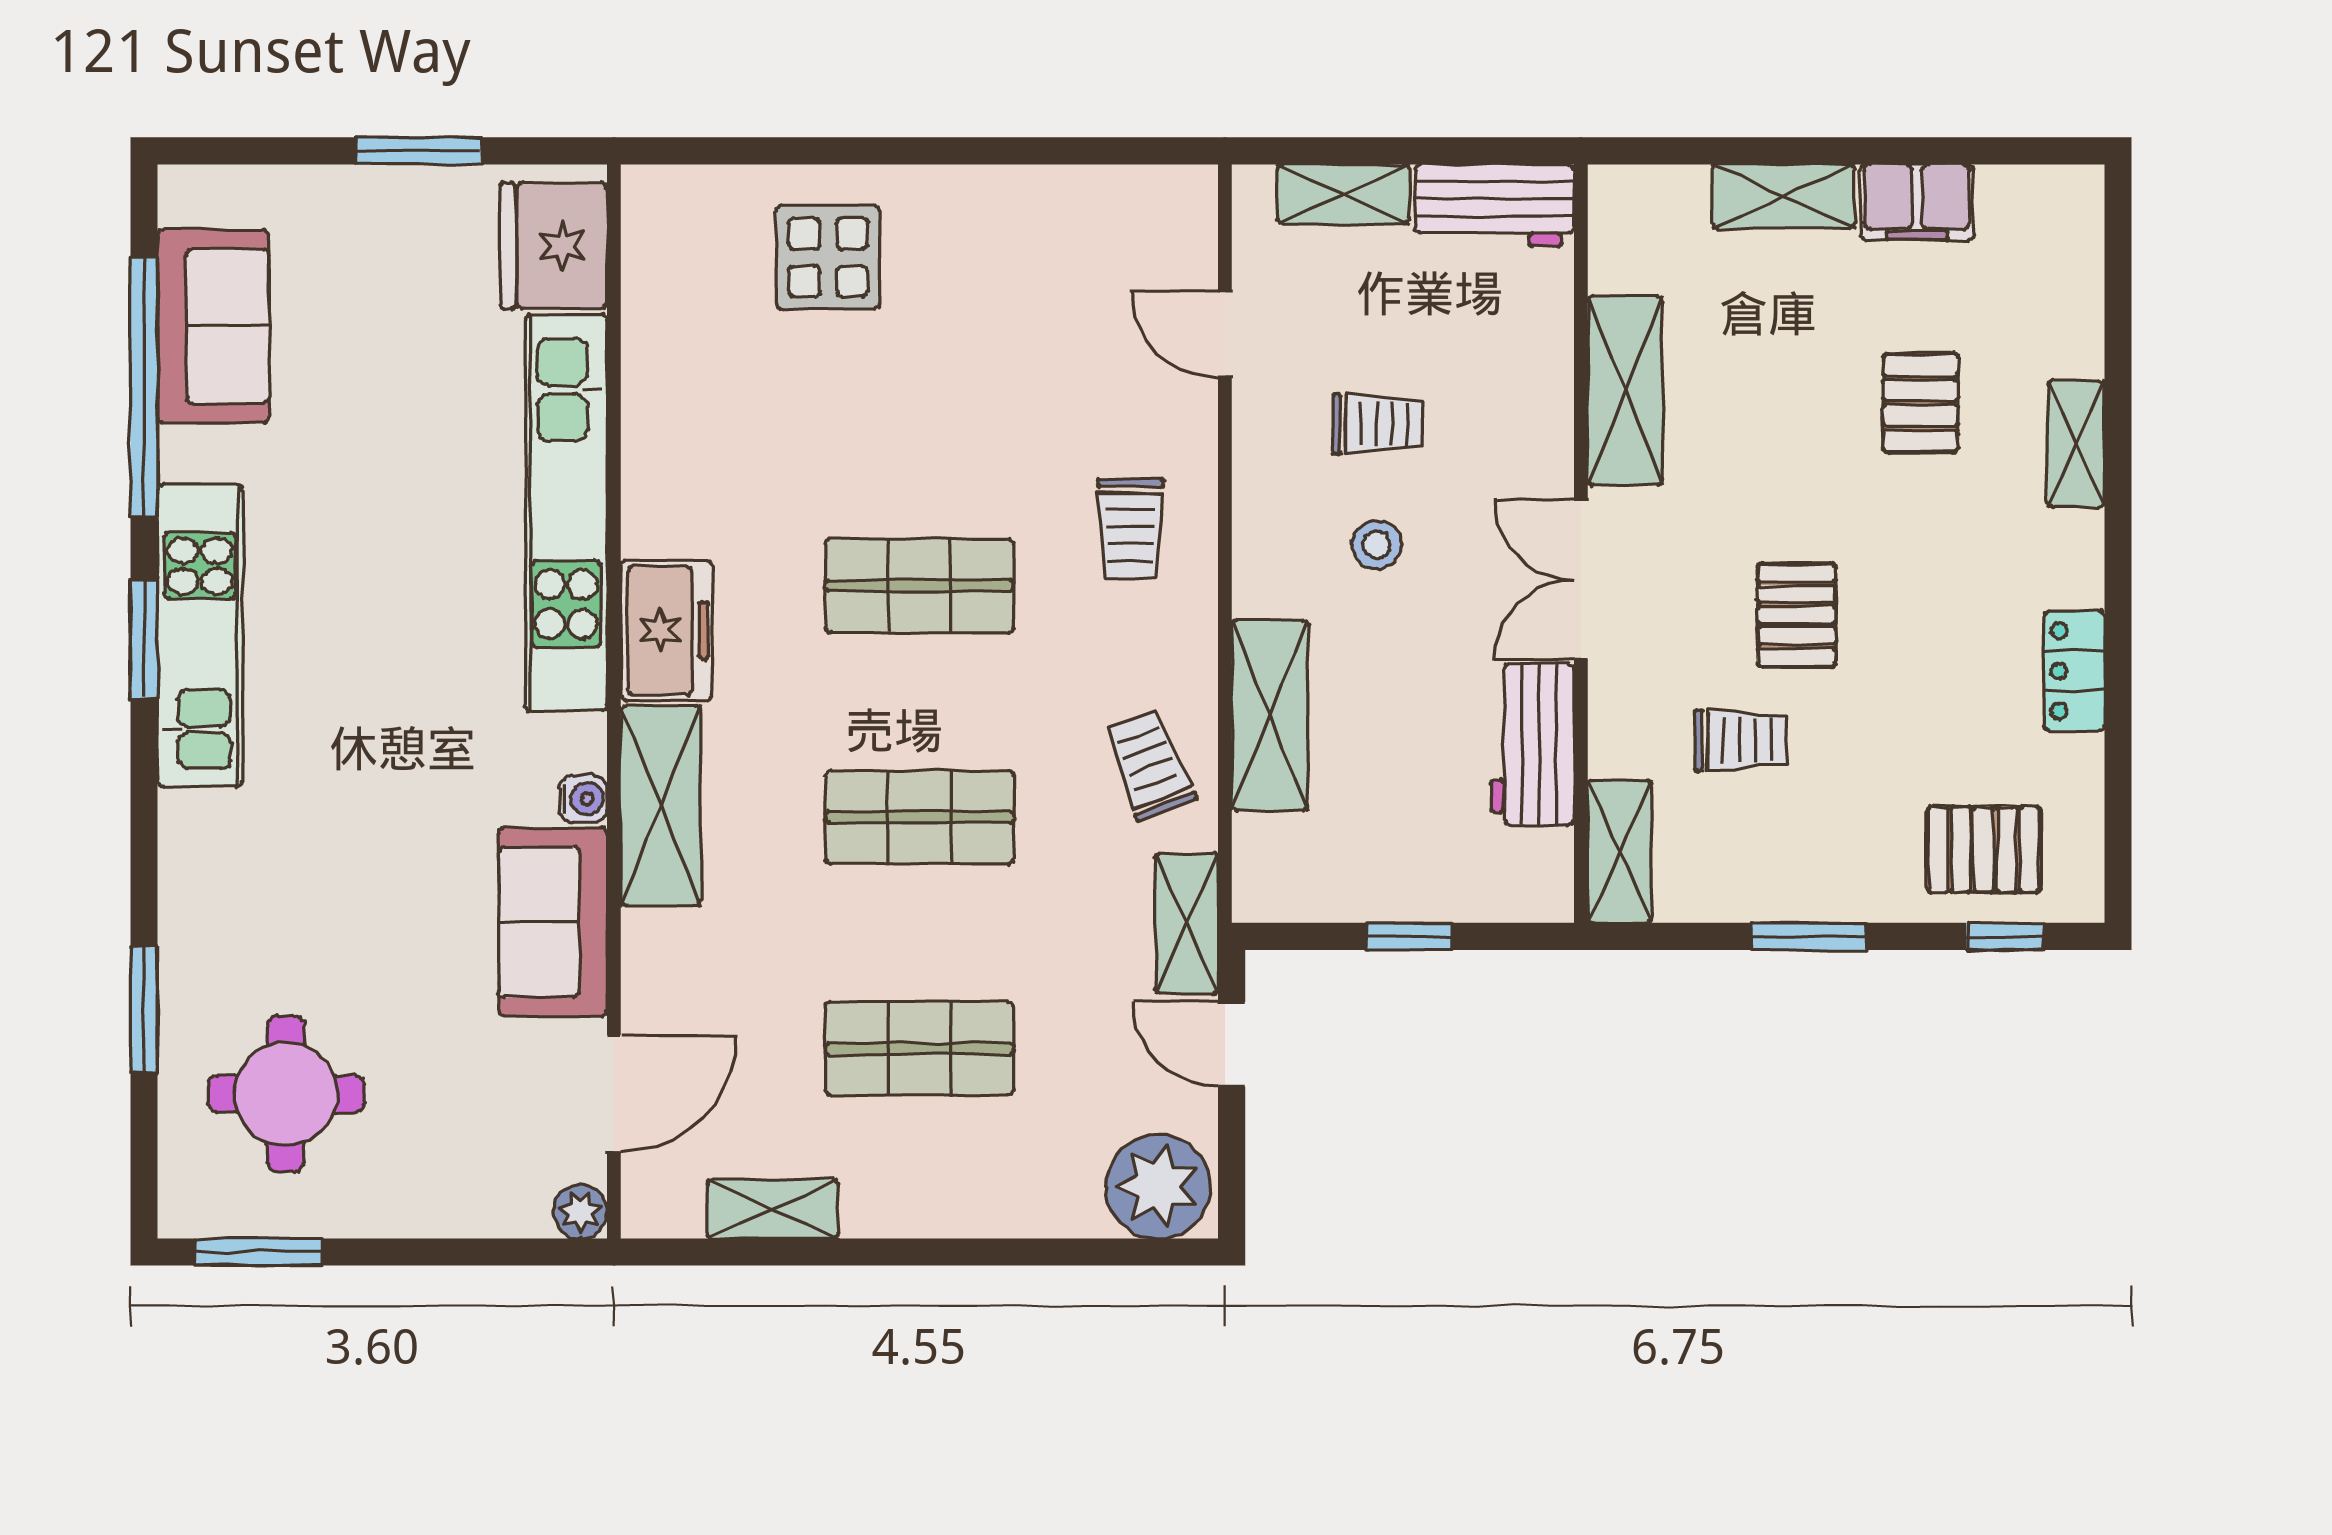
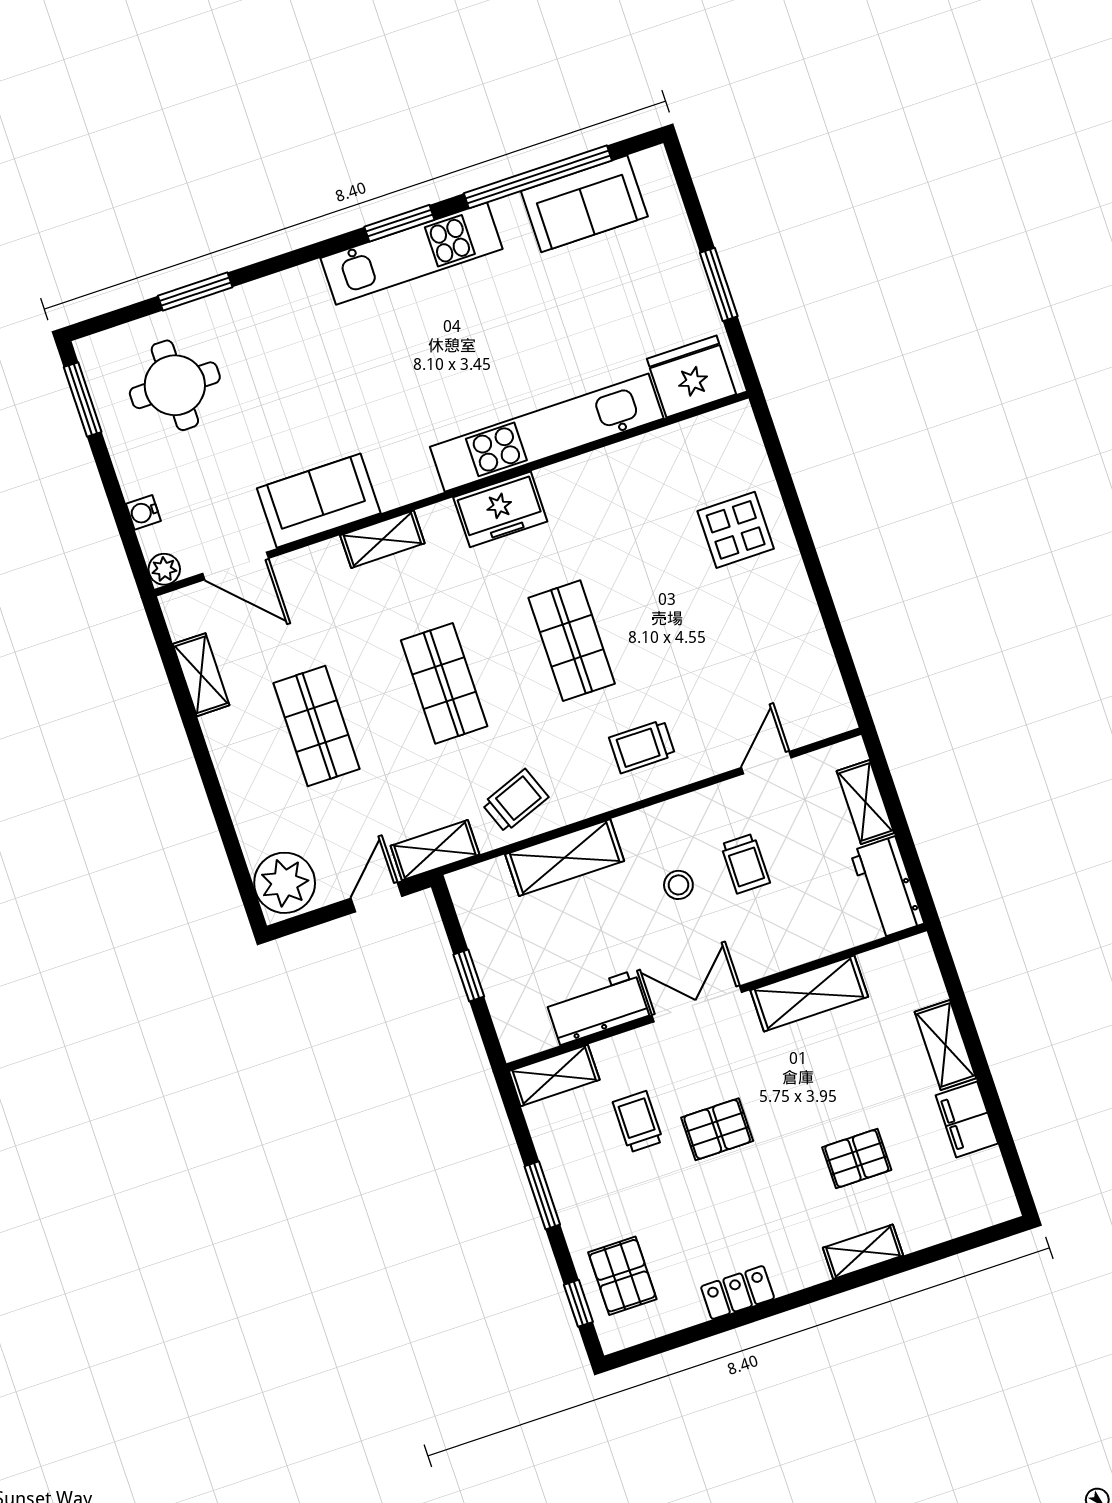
trolley: (1741, 740) -> (638, 1122), turned 180
water cooler: (583, 799) -> (143, 512), moved, turned 90
shelving: (661, 806) -> (382, 539), width x0.67, depth x0.75

